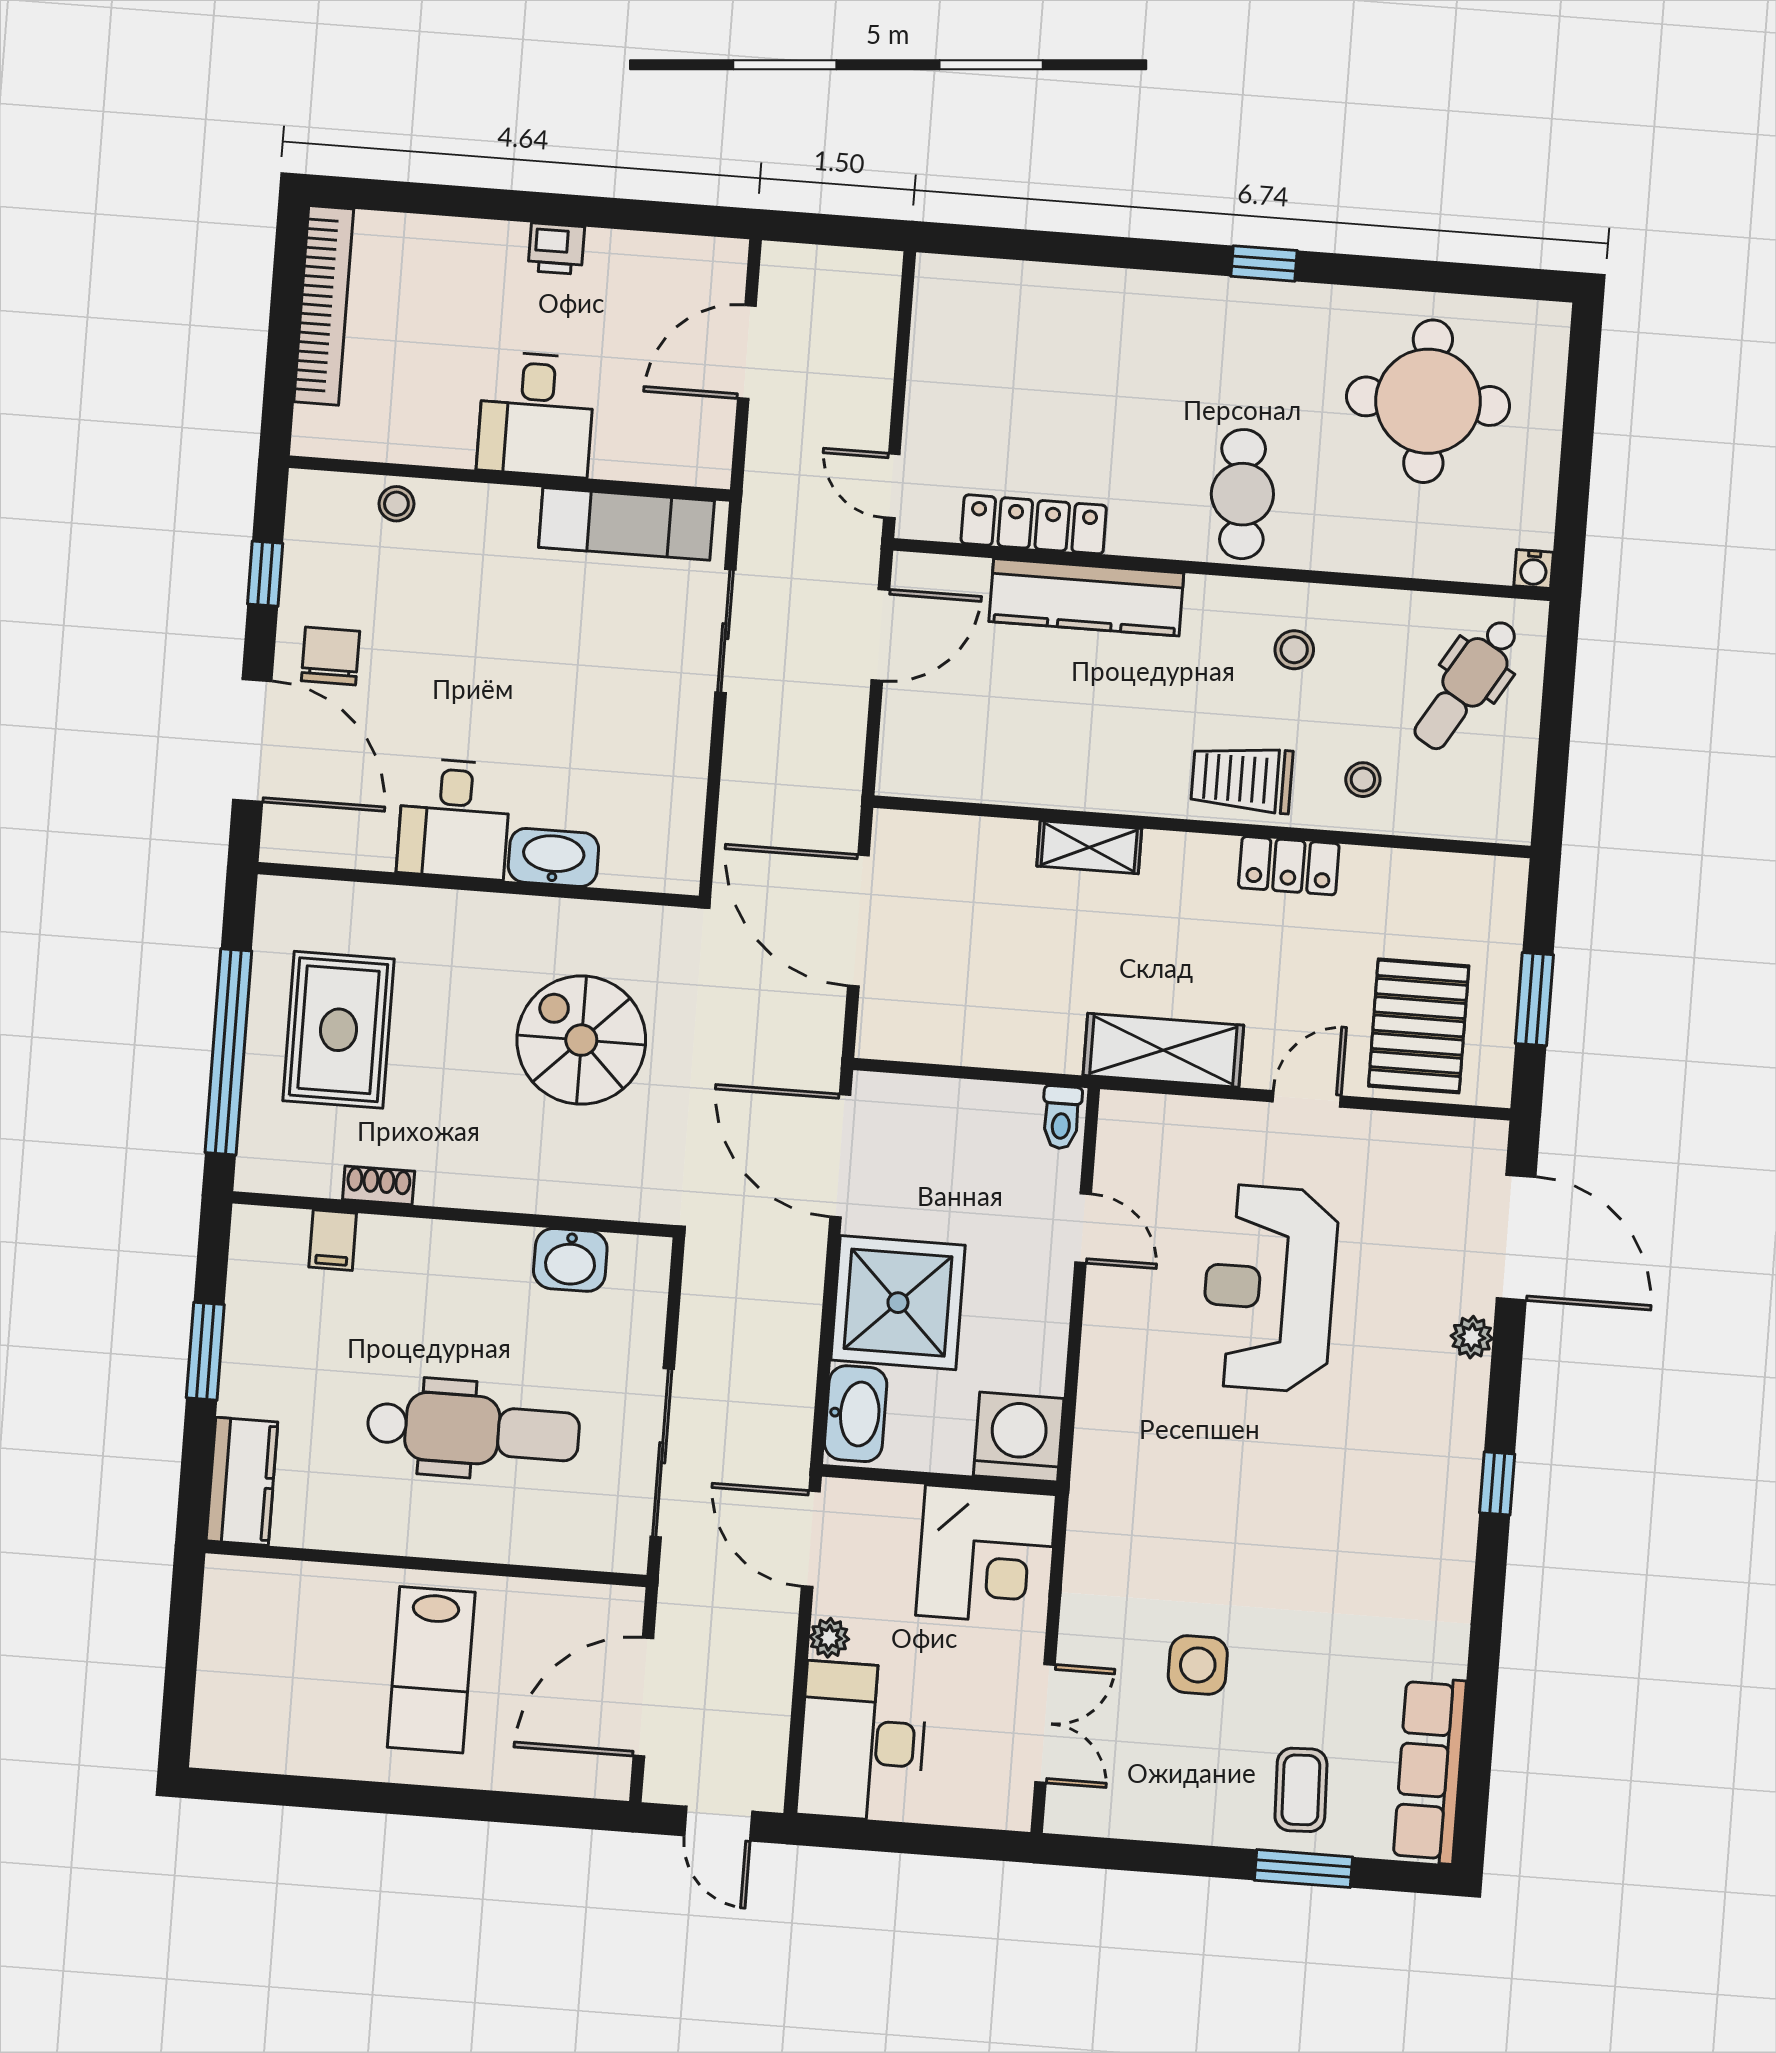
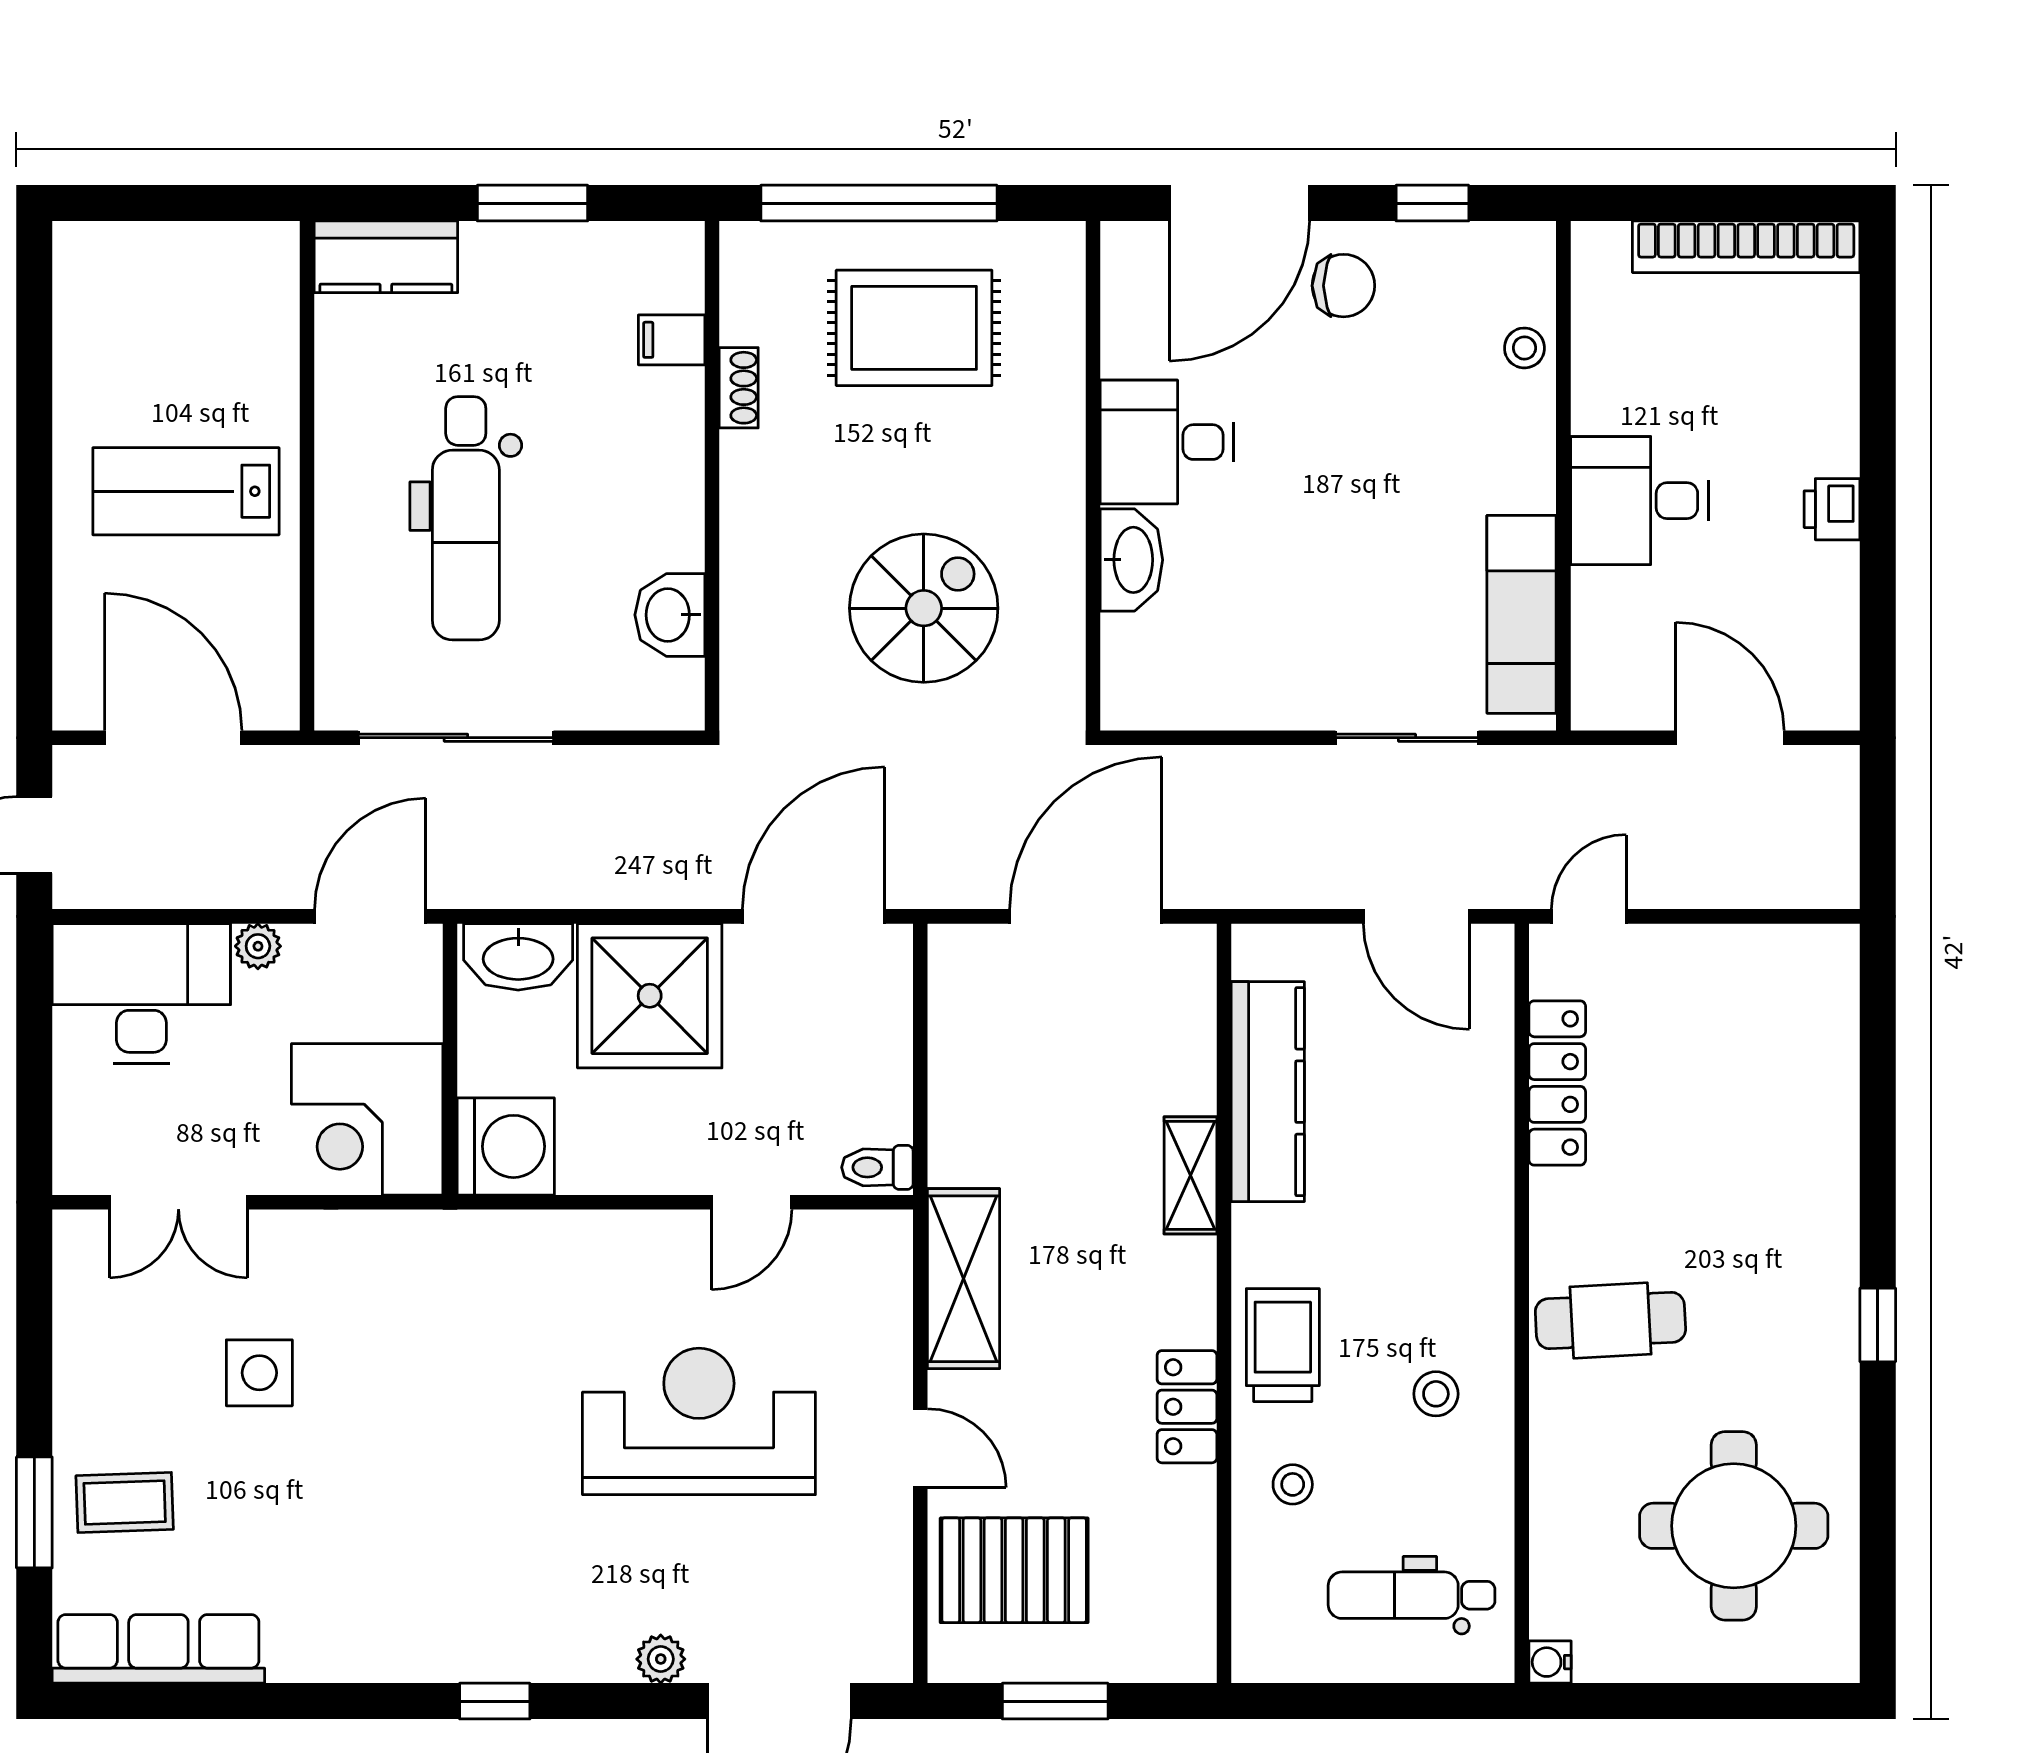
kitchen counter: (1086, 597) -> (1268, 1092), moved, turned 180
dental chair: (1467, 684) -> (1412, 1595), turned -31

